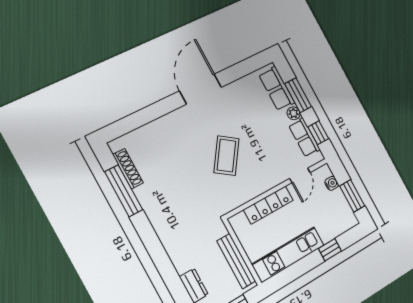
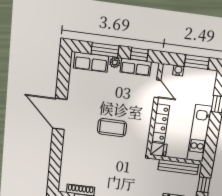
coffee table: (226, 156) -> (112, 128), turned -35
fridge: (239, 224) -> (158, 150), added

